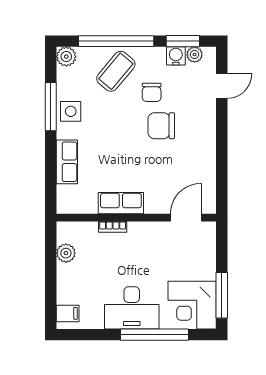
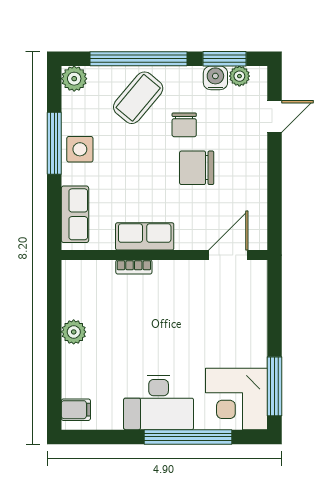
row of seats: (121, 203) -> (145, 236), moved
wall: (136, 218) -> (164, 255), moved
door: (186, 218) -> (228, 255), moved
bookcase: (113, 227) -> (134, 267), moved

